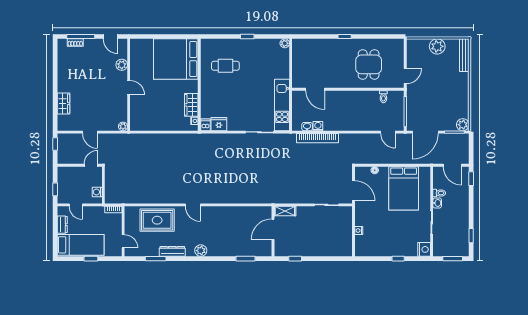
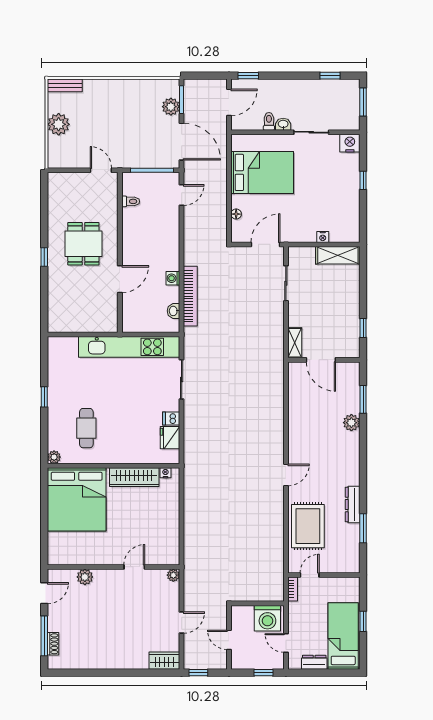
plant: (285, 43) -> (54, 457), moved
bench: (464, 55) -> (65, 85), width x0.73
dining table: (369, 64) -> (83, 244), moved, turned 90
door: (129, 88) -> (134, 567), moved
door: (315, 89) -> (120, 279), moved
wardrobe: (63, 104) -> (164, 661), moved
wardrobe: (191, 105) -> (134, 477), width x1.50
kitchen unit: (282, 105) -> (129, 347), width x1.36
dishwasher: (206, 125) -> (171, 418), moved
plant: (463, 125) -> (171, 107), moved
washing machine: (318, 126) -> (173, 278), moved
door: (91, 165) -> (229, 640), moved
washing machine: (97, 192) -> (267, 618), width x1.89, depth x1.89
door: (76, 205) -> (286, 643), swing flipped
door: (123, 241) -> (310, 575), moved
shelving: (346, 241) -> (338, 255), added
plant: (201, 251) -> (351, 423), moved

